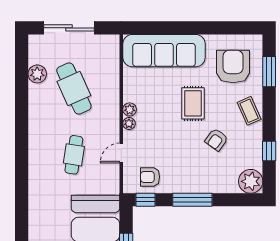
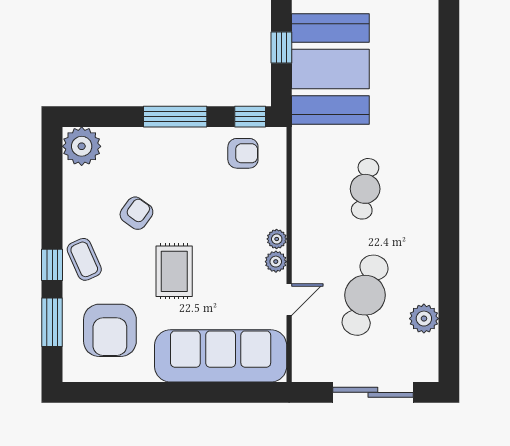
cafe table: (74, 89) -> (365, 295), turned 42
window: (269, 151) -> (52, 265), moved
door: (121, 153) -> (289, 300), moved

